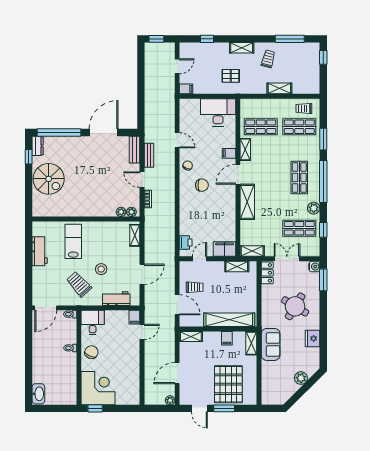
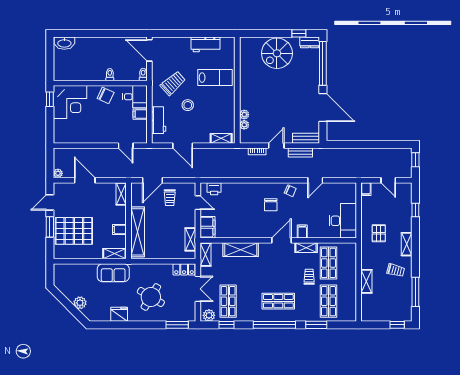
trolley: (304, 108) -> (309, 277), moved
door: (238, 174) -> (281, 240), hinge flipped
shelving: (247, 202) -> (241, 250), moved
plant: (314, 208) -> (209, 315), moved
plant: (131, 212) -> (244, 115), moved
water cooler: (314, 267) -> (190, 316), removed
filing cabinet: (134, 317) -> (140, 114), moved

